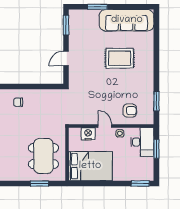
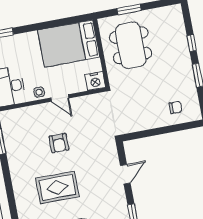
armchair: (130, 111) -> (59, 143), moved, turned -90
nightstand: (88, 134) -> (95, 81), moved

